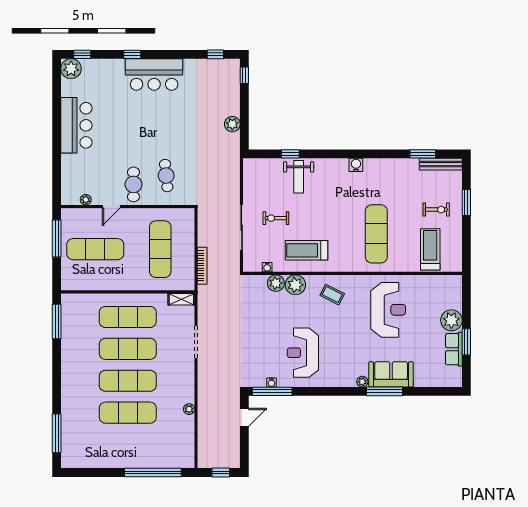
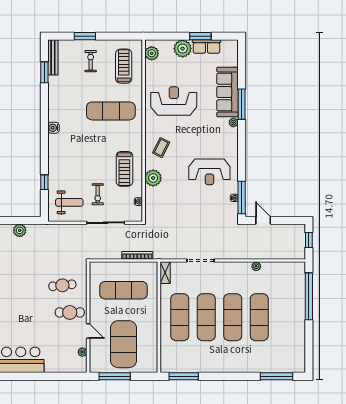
weight bench: (299, 177) -> (69, 202), moved
exercise mat: (95, 249) -> (124, 344), width x1.47
treadmill: (430, 249) -> (124, 66), turned 90
plant: (276, 283) -> (152, 53), moved
sofa: (391, 374) -> (227, 92), width x1.36

